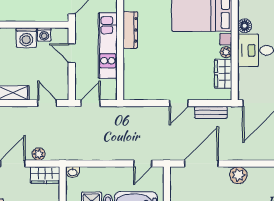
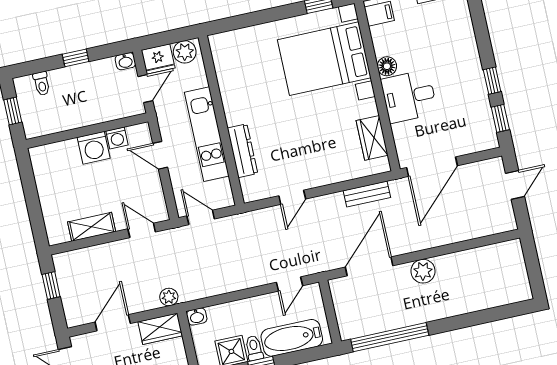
dresser: (130, 30) -> (242, 151), moved
plant: (226, 52) -> (369, 108), removed
door: (91, 103) -> (201, 217), hinge flipped
door: (179, 103) -> (292, 197), moved
plant: (39, 154) -> (169, 297), moved

